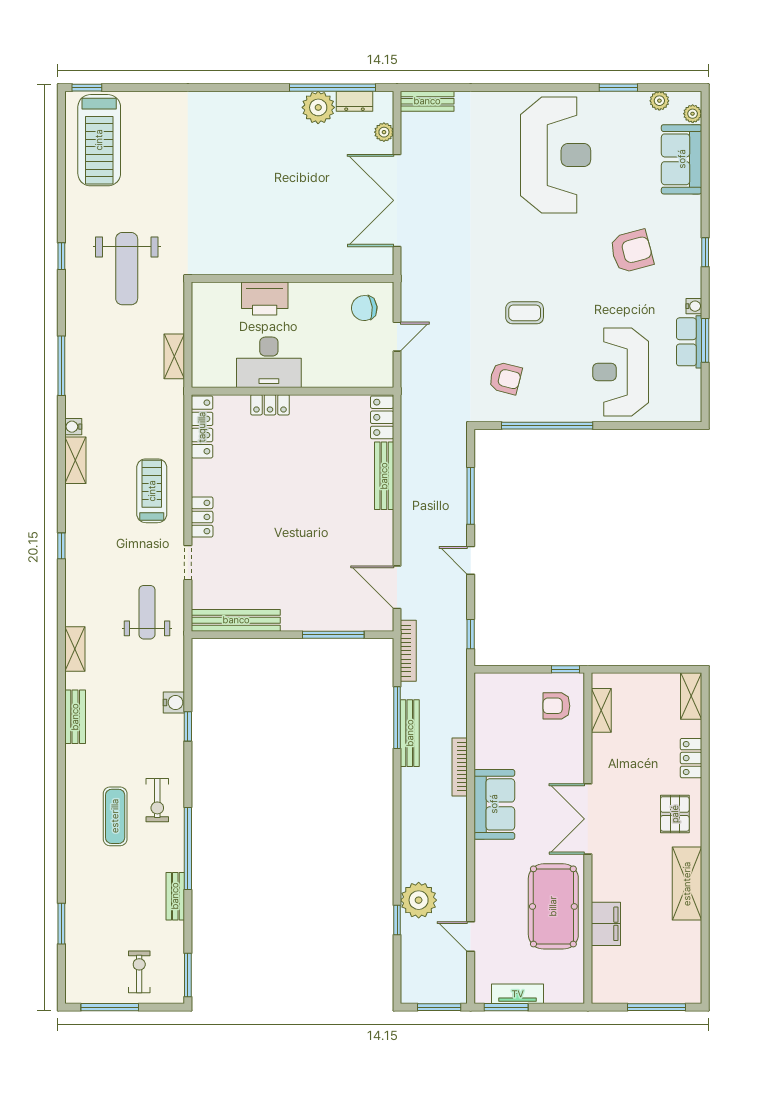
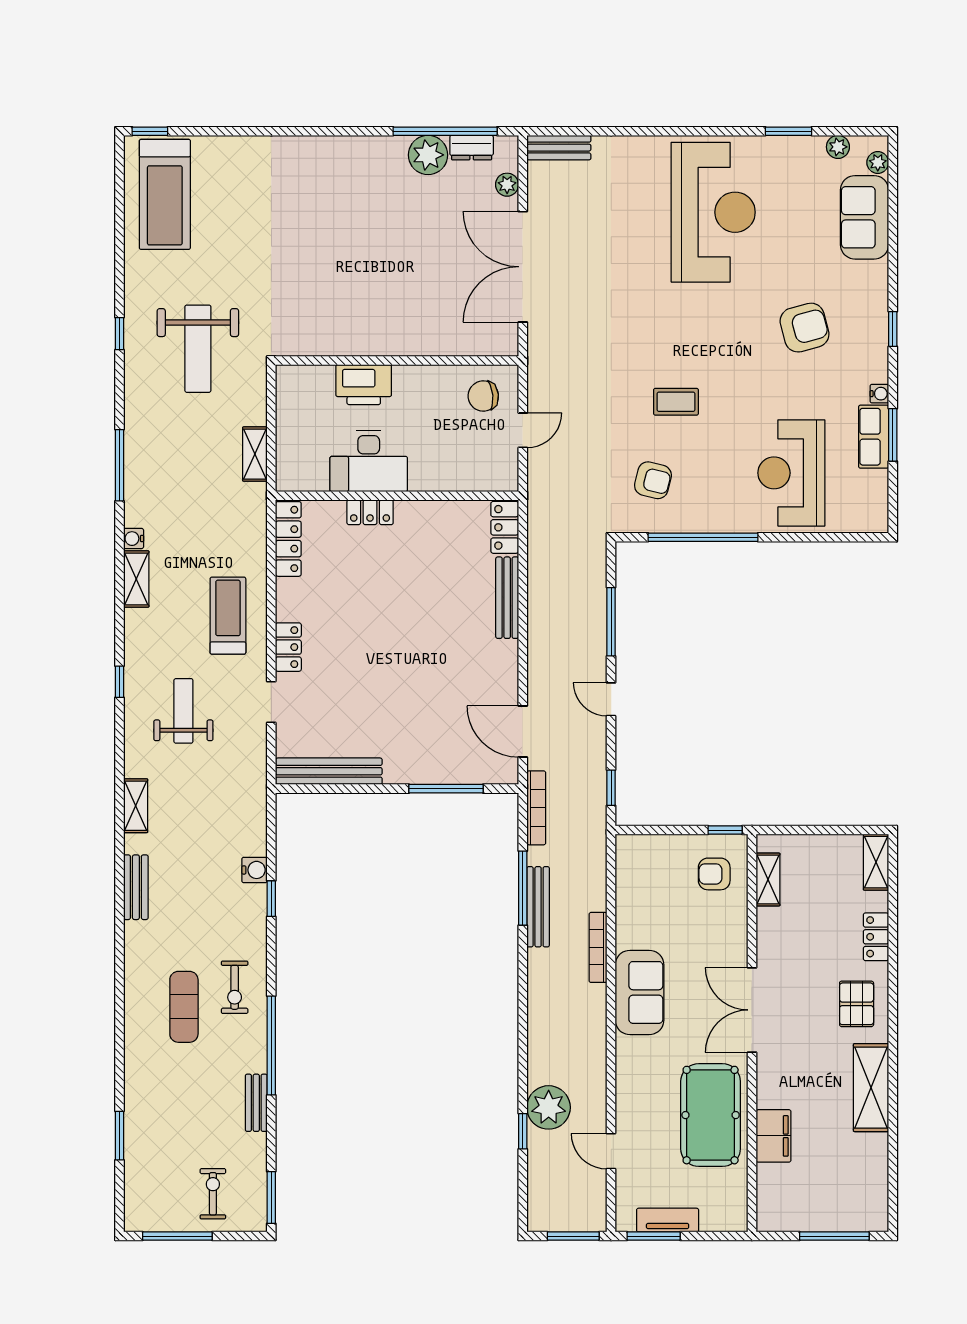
weight bench: (147, 612) -> (183, 711), moved

